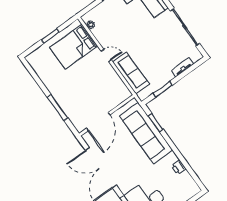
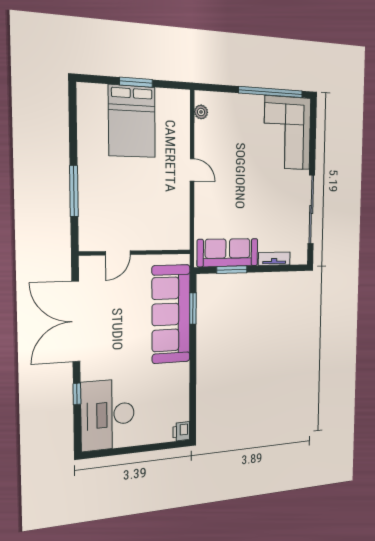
bed: (74, 47) -> (132, 121), moved, turned -90
sofa: (131, 73) -> (228, 253), moved, turned -90
door: (98, 122) -> (118, 253), width x0.53
printer: (179, 167) -> (181, 431), moved

